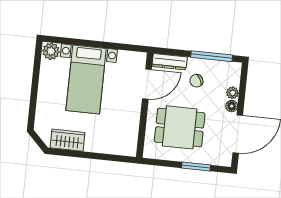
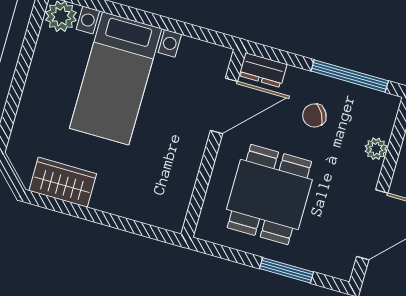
dresser: (170, 62) -> (263, 70), width x0.70
floor lamp: (232, 106) -> (370, 172), removed
dining table: (180, 127) -> (269, 195), turned 90

